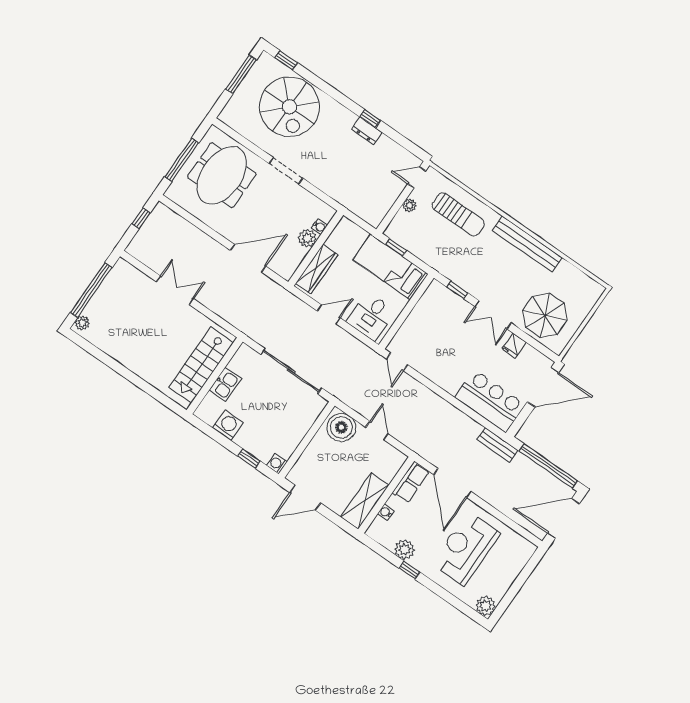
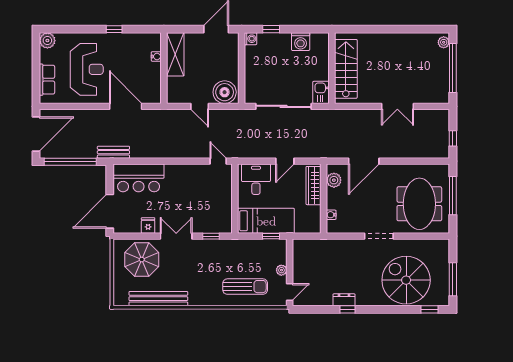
sun lounger: (458, 214) -> (245, 287), turned 180
plant: (307, 238) -> (334, 180), moved
bench: (527, 244) -> (158, 299), moved
kitchen sink: (225, 384) -> (321, 92), moved
row of seats: (411, 482) -> (47, 80), moved, turned 180
plant: (405, 549) -> (127, 41), removed

